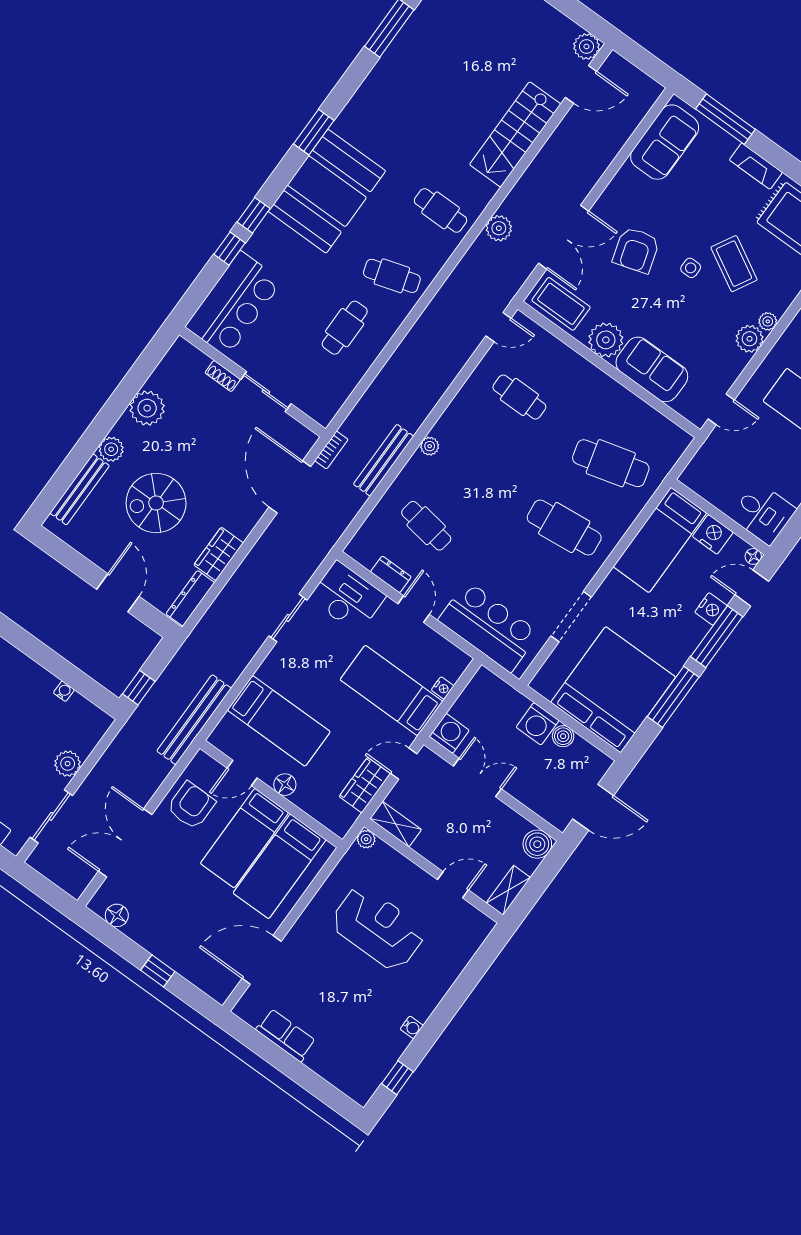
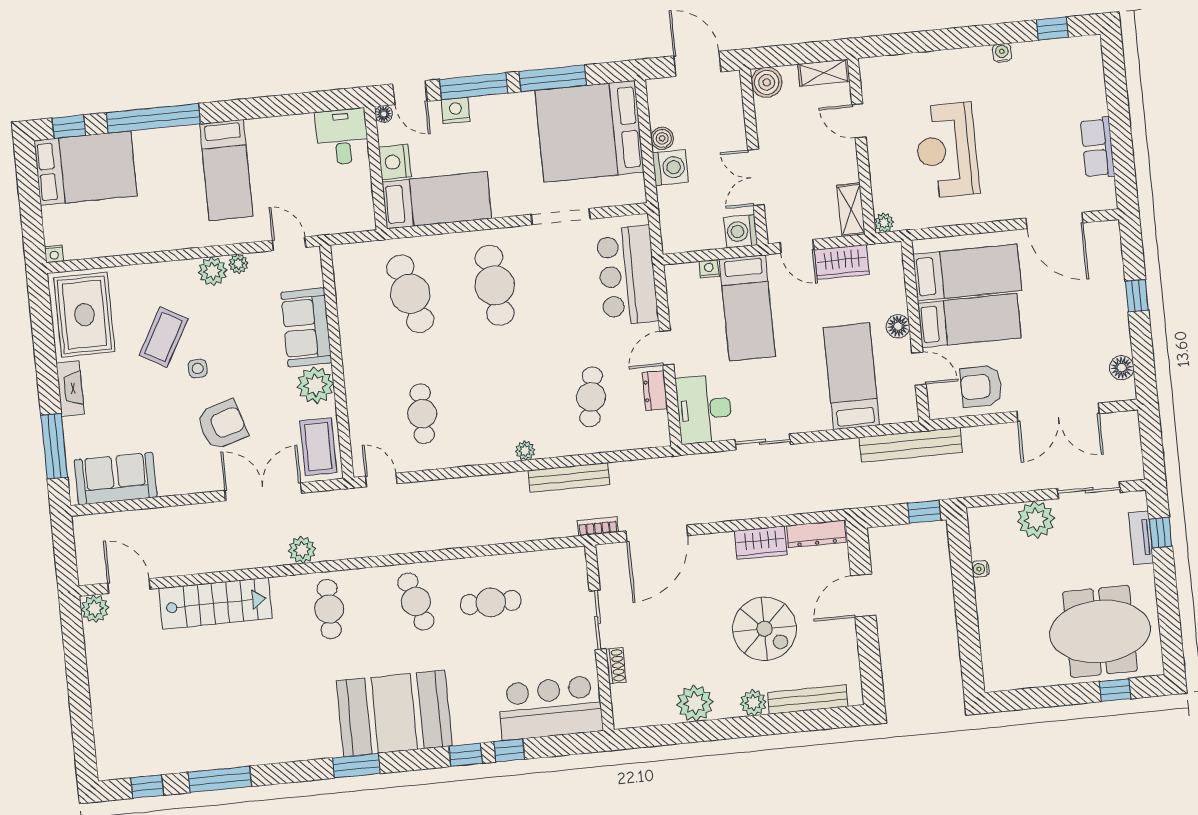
plant: (768, 321) -> (238, 264), moved
plant: (68, 764) -> (1036, 520), width x1.36, depth x1.36

